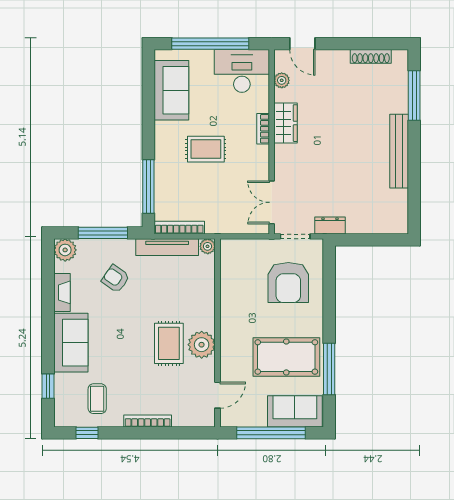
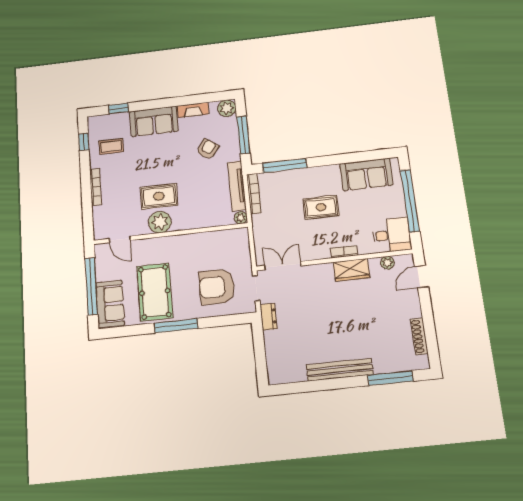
desk: (242, 71) -> (392, 235), width x0.73
rug: (206, 149) -> (321, 207), turned 90
window: (329, 369) -> (176, 326), moved

